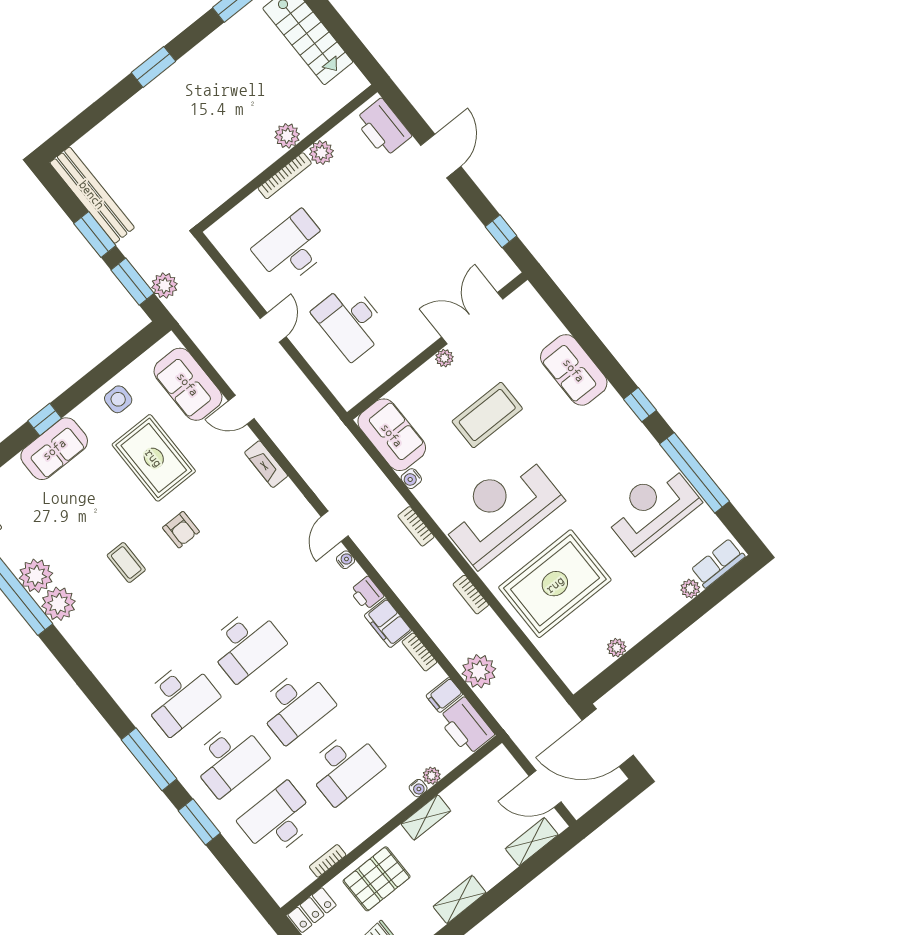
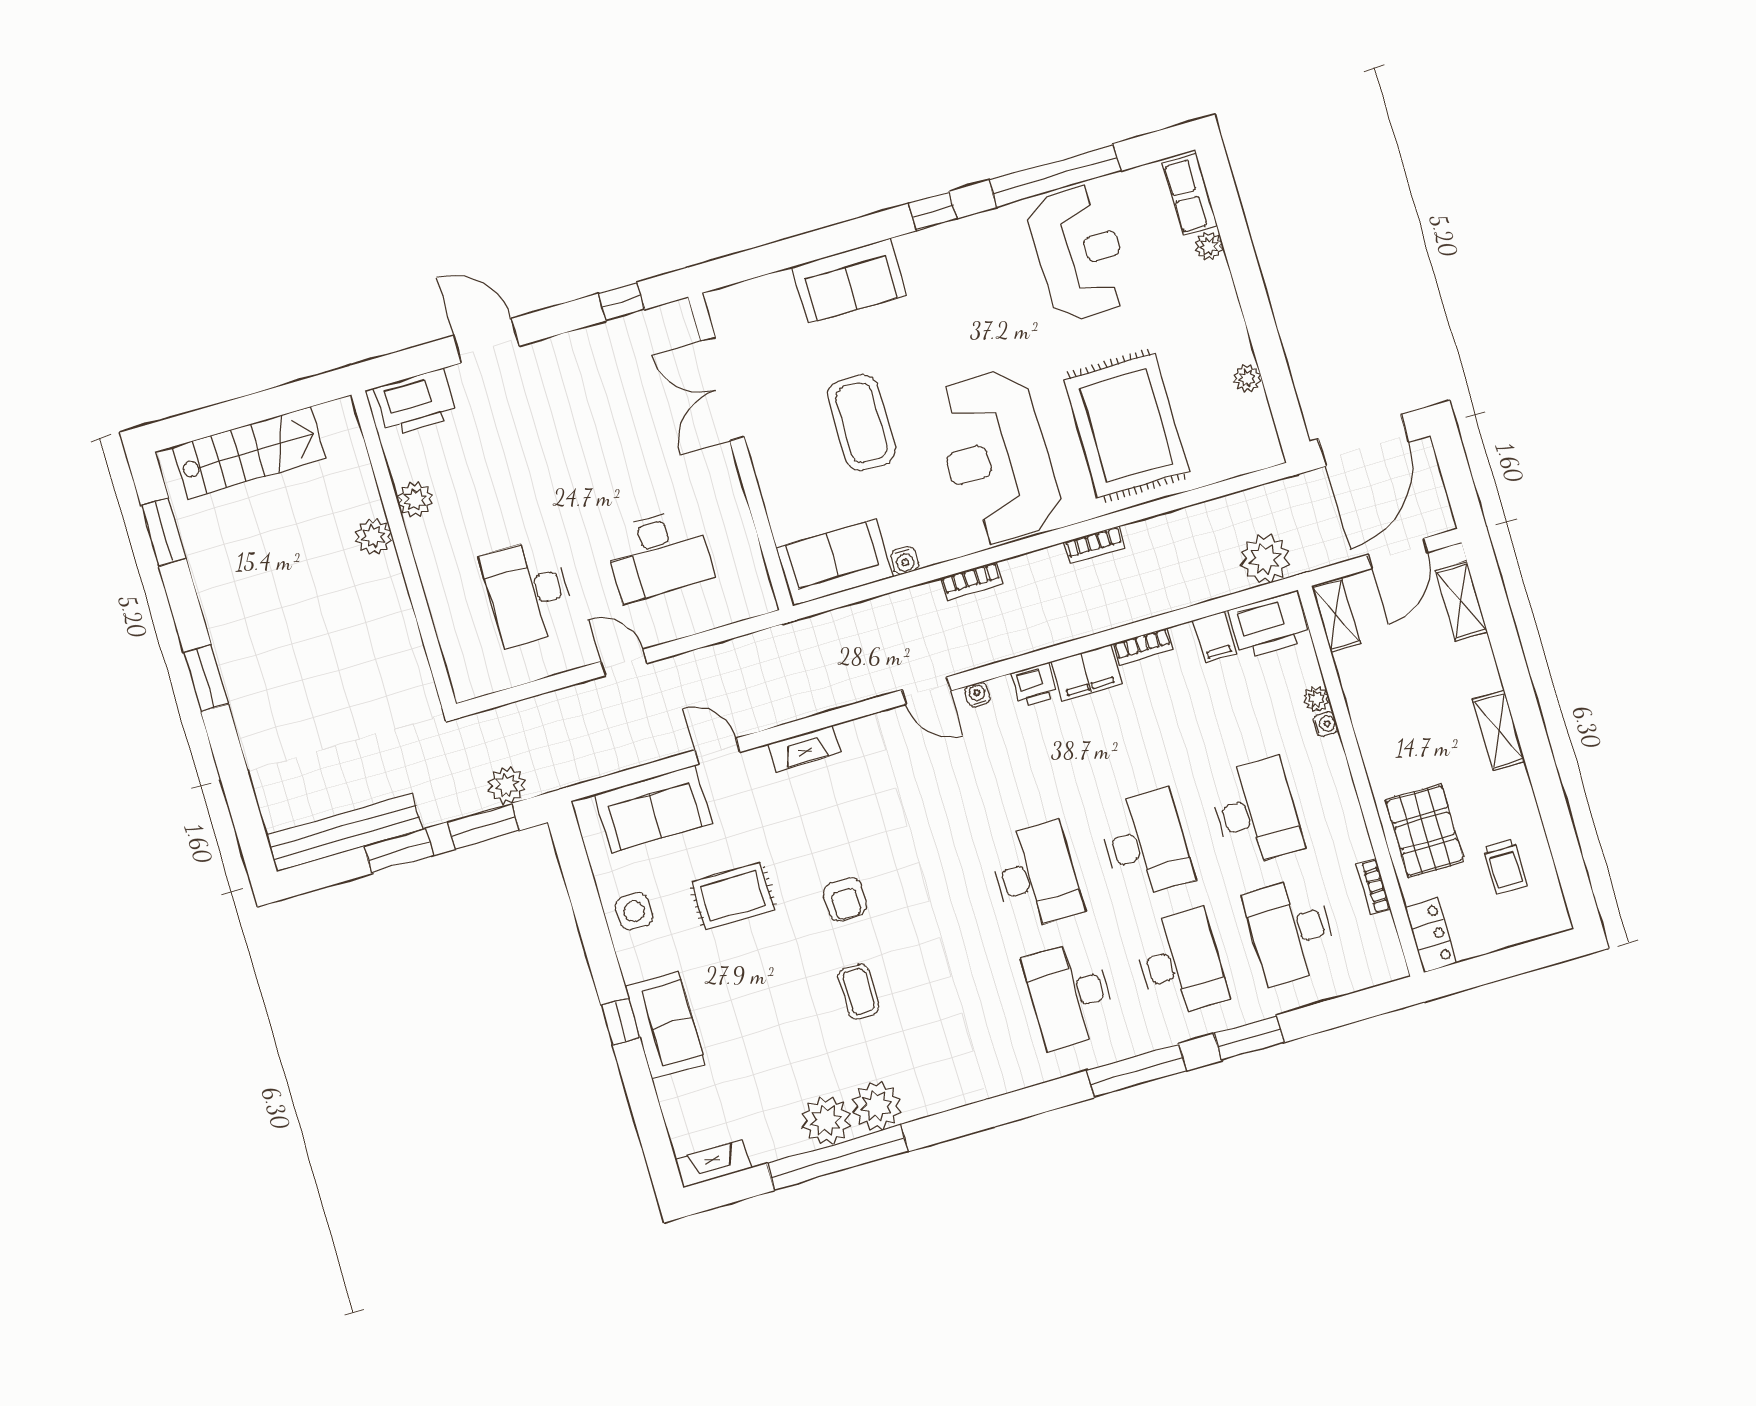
bookcase: (285, 176) -> (426, 562), removed
plant: (444, 358) -> (761, 449), removed
door: (241, 410) -> (717, 751), swing flipped
rug: (154, 458) -> (733, 896), width x0.73, depth x0.70
reception desk: (652, 509) -> (1079, 253), turned 180
armchair: (181, 530) -> (845, 899), turned 90
coffee table: (126, 563) -> (859, 992), turned 90
plant: (479, 671) -> (1265, 559), moved
desk: (179, 697) -> (1070, 995), turned 180
shelving: (426, 817) -> (1336, 615), moved

